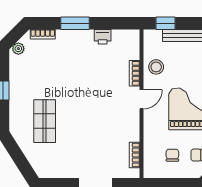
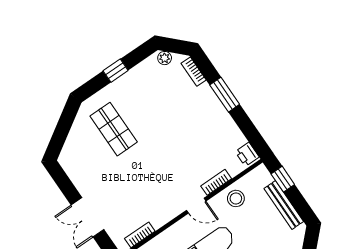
printer: (103, 37) -> (247, 154), moved
shop shelf: (45, 121) -> (114, 129), turned 90

